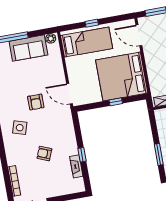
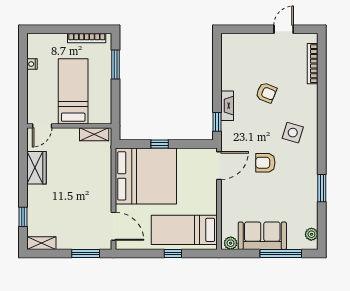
door: (70, 94) -> (219, 166), hinge flipped
armchair: (36, 102) -> (265, 163), turned -90
window: (82, 155) -> (217, 122), moved
fireplace: (76, 166) -> (227, 106), moved

